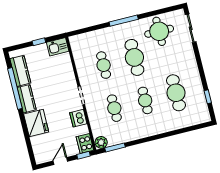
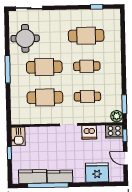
cafe table: (104, 65) -> (45, 97), width x1.37, depth x1.35
fridge: (36, 123) -> (97, 172), moved

